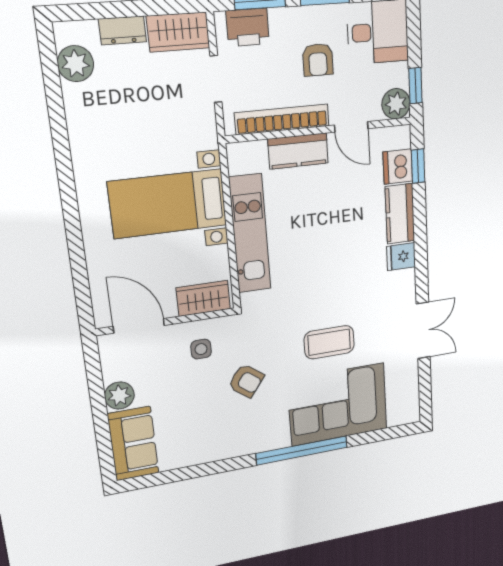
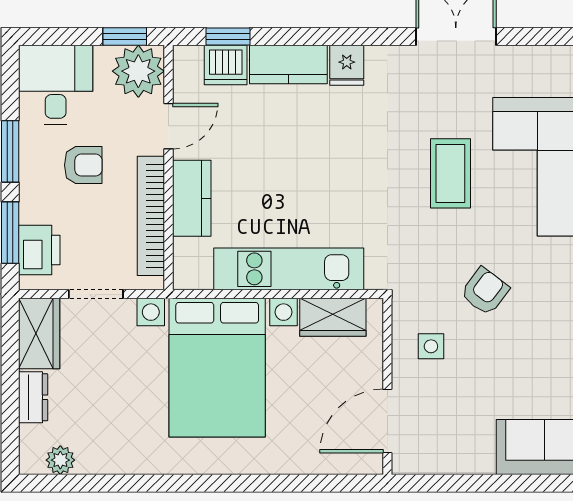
plant: (76, 64) -> (60, 460), width x0.73, depth x0.73
plant: (396, 104) -> (138, 71), width x1.36, depth x1.36
bed with nightstands: (168, 204) -> (217, 368), width x1.36
wardrobe: (203, 298) -> (333, 317), moved, turned -90
plant: (119, 396) -> (475, 456), removed

